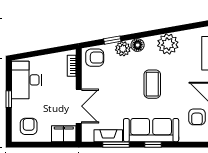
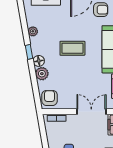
window: (112, 40) -> (29, 52), moved
plant: (168, 44) -> (33, 31), width x0.53, depth x0.53

